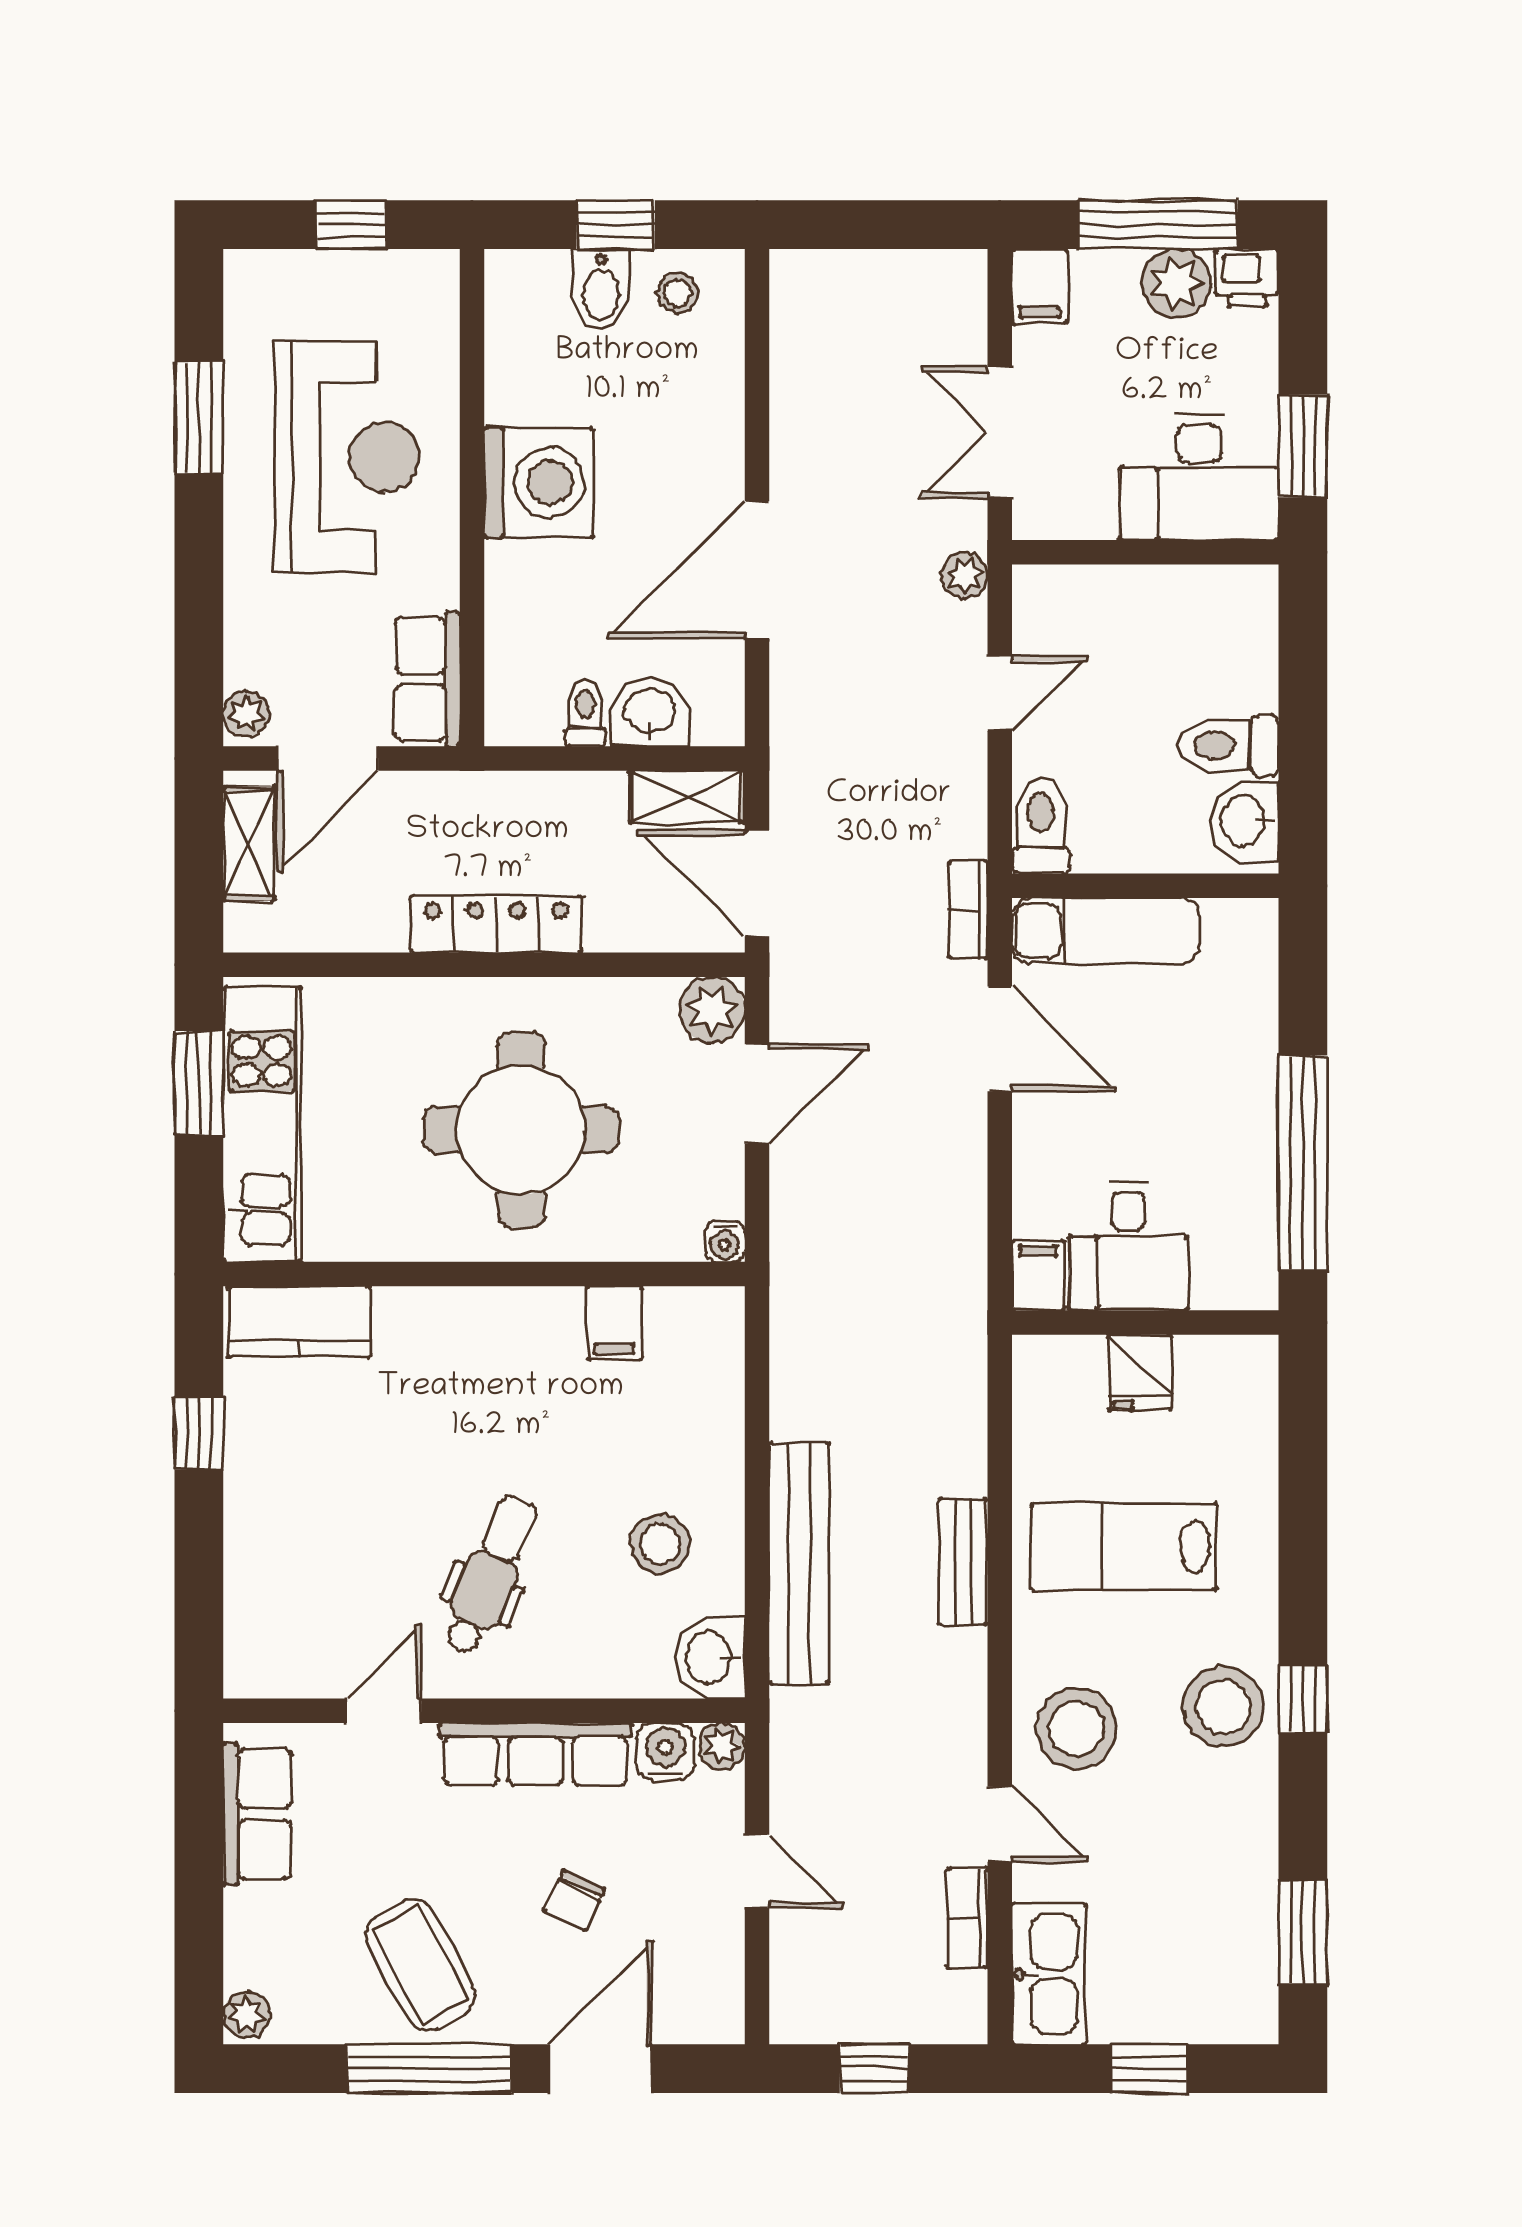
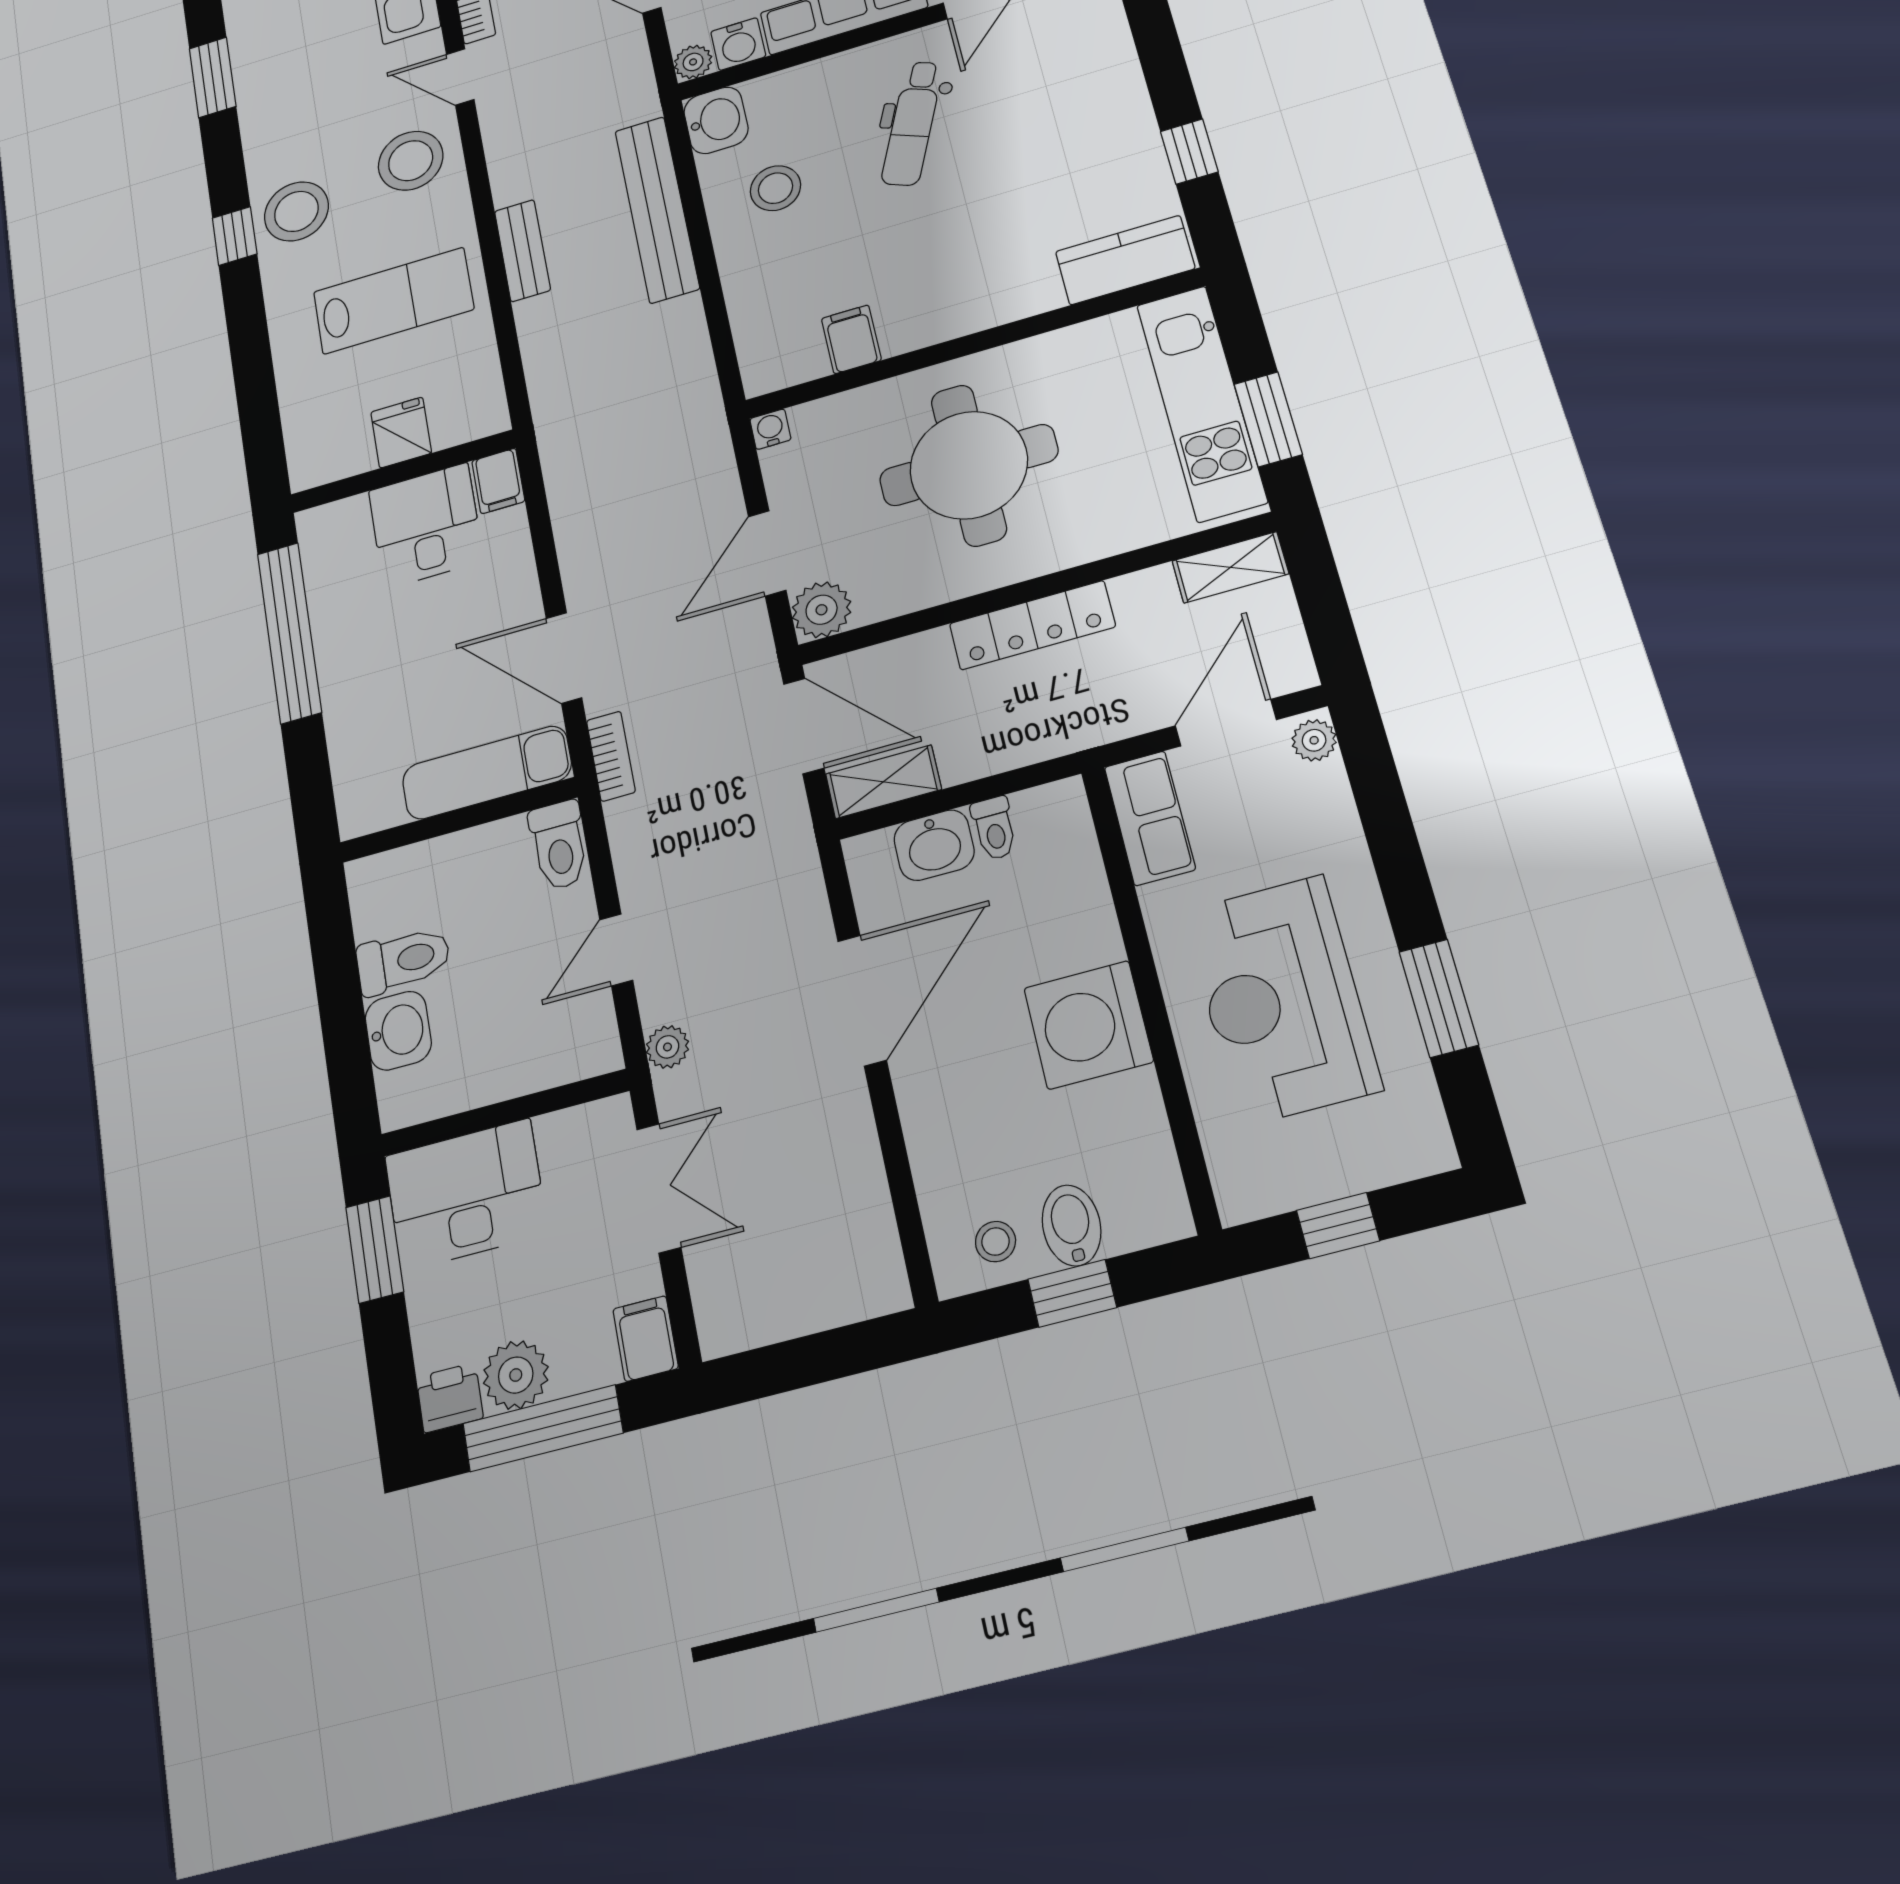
washbasin: (1245, 821) -> (398, 1031), moved
shelving: (249, 843) -> (1230, 567), moved, turned 90

